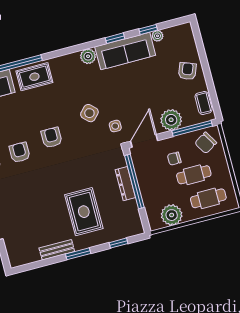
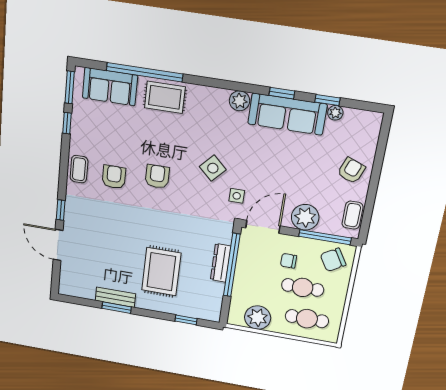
window: (78, 254) -> (117, 308), moved

